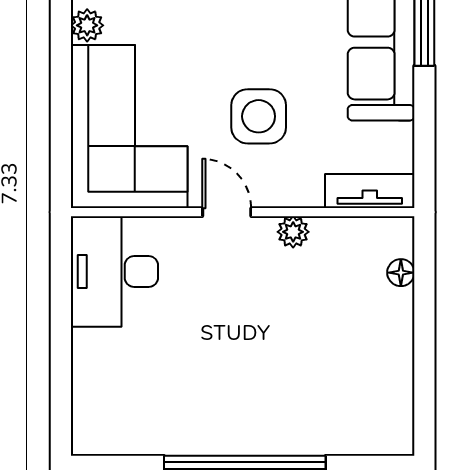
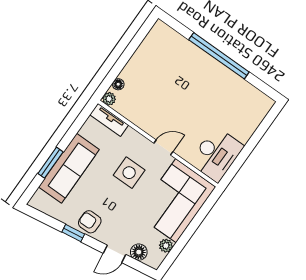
door: (227, 212) -> (163, 147), swing flipped
plant: (293, 232) -> (109, 99), moved

